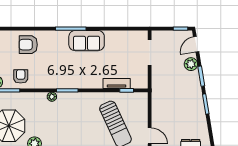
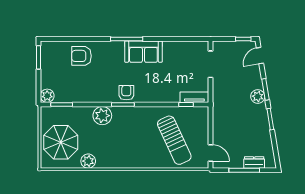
plant: (191, 64) -> (258, 96), moved
armchair: (21, 76) -> (126, 93), moved
tv unit: (117, 83) -> (194, 97), moved
plant: (52, 97) -> (102, 116), width x1.88, depth x1.88

